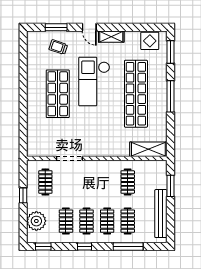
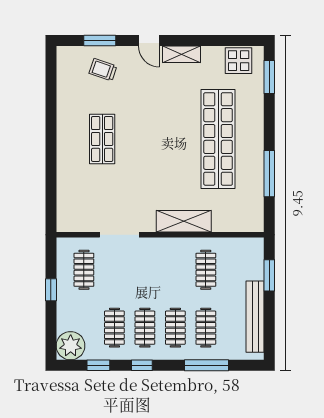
checkout: (94, 81) -> (156, 121), removed
shop shelf: (58, 94) -> (102, 139), width x0.70, depth x0.74
window: (170, 96) -> (269, 174), moved
shelving: (148, 149) -> (184, 221), moved
plant: (36, 221) -> (71, 346), moved
window: (43, 246) -> (98, 365), moved

